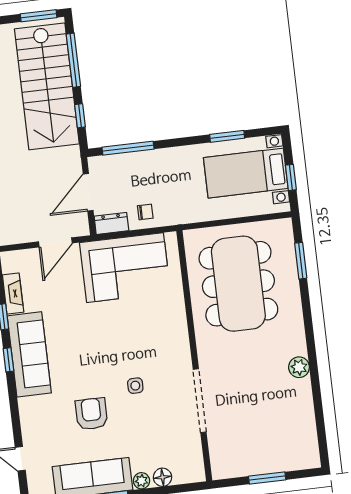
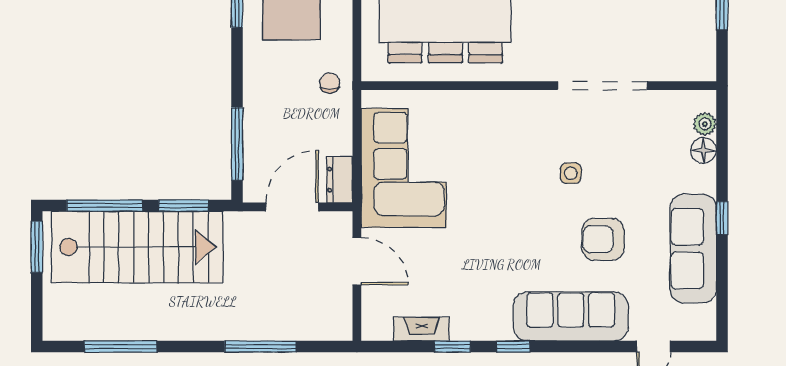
window: (80, 116) -> (184, 206), width x1.50
door: (88, 192) -> (292, 207), swing flipped
chair: (145, 212) -> (330, 83), moved
sofa: (29, 354) -> (571, 316), moved
plant: (141, 481) -> (705, 124), moved

